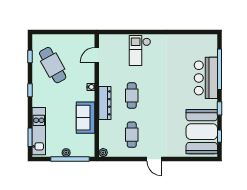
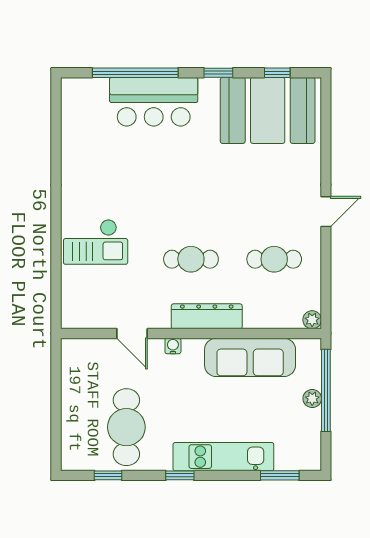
door: (97, 55) -> (132, 334), moved
cafe table: (53, 65) -> (126, 427), turned -61
sofa: (85, 118) -> (250, 357), width x1.36
kitchen unit: (39, 131) -> (223, 457), moved

